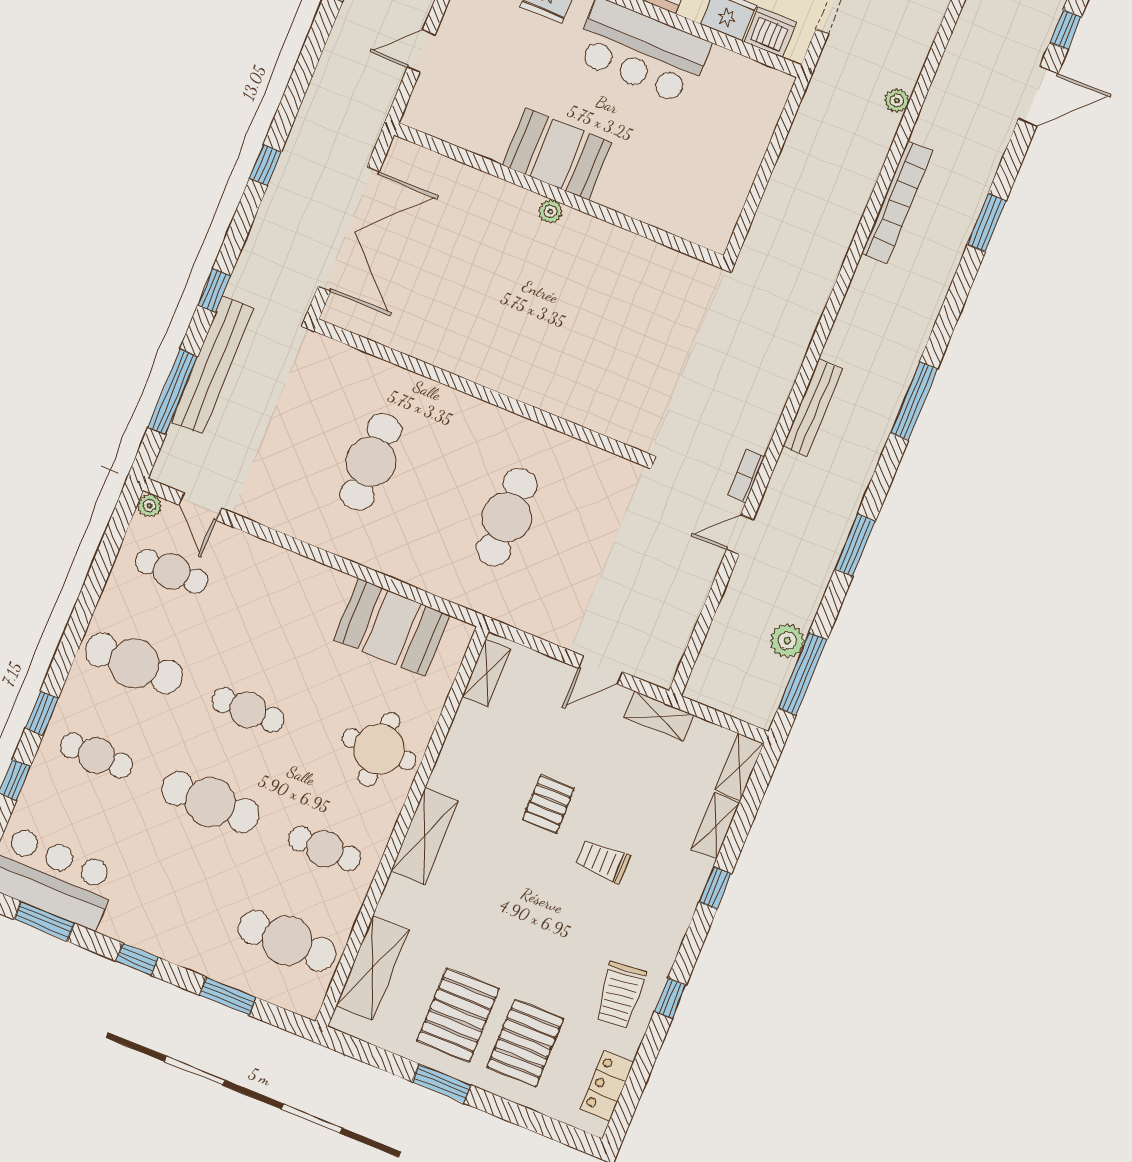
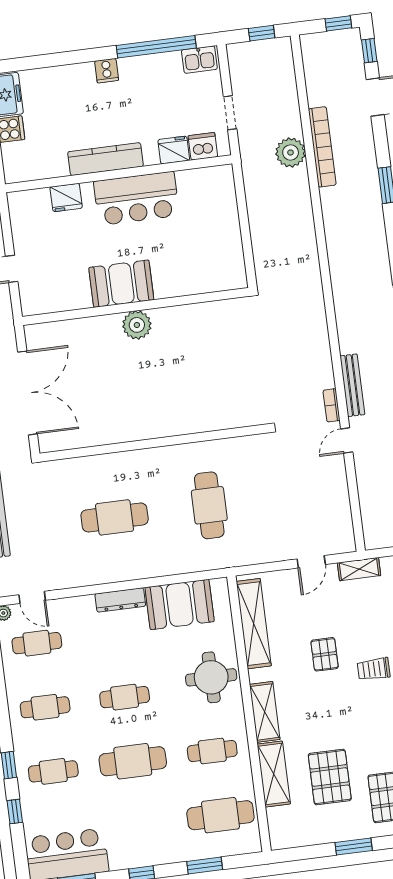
plant: (897, 101) -> (291, 153), width x1.88, depth x1.88
bookcase: (897, 202) -> (322, 147), moved
plant: (550, 211) -> (137, 325), width x1.87, depth x1.87
bench: (813, 408) -> (352, 385), moved
cafe table: (371, 462) -> (115, 517), turned 90
dresser: (316, 577) -> (120, 600), added
cafe table: (134, 663) -> (45, 707), width x0.73, depth x0.74
shelving: (486, 673) -> (254, 624), width x2.20, depth x1.33
shelving: (372, 968) -> (274, 774), moved
pallet: (458, 1015) -> (330, 777), moved

